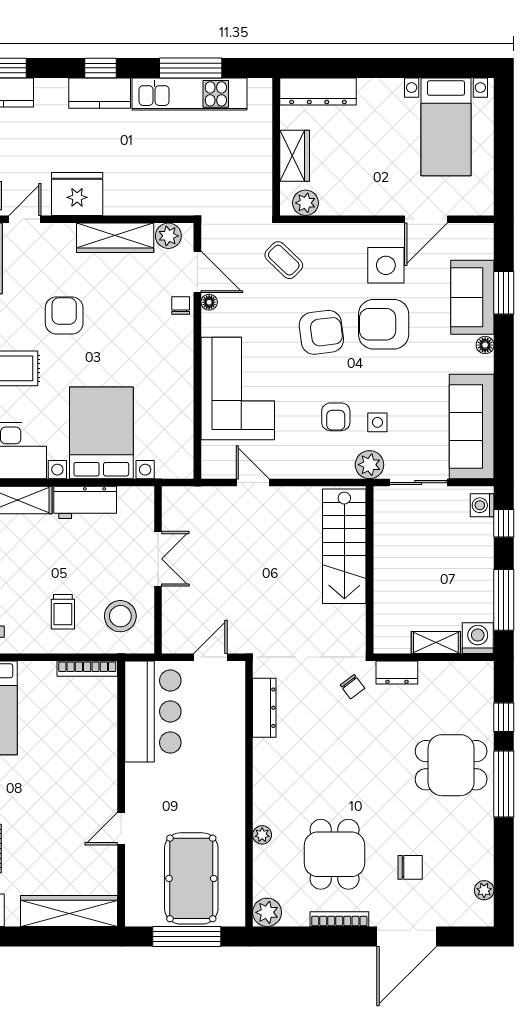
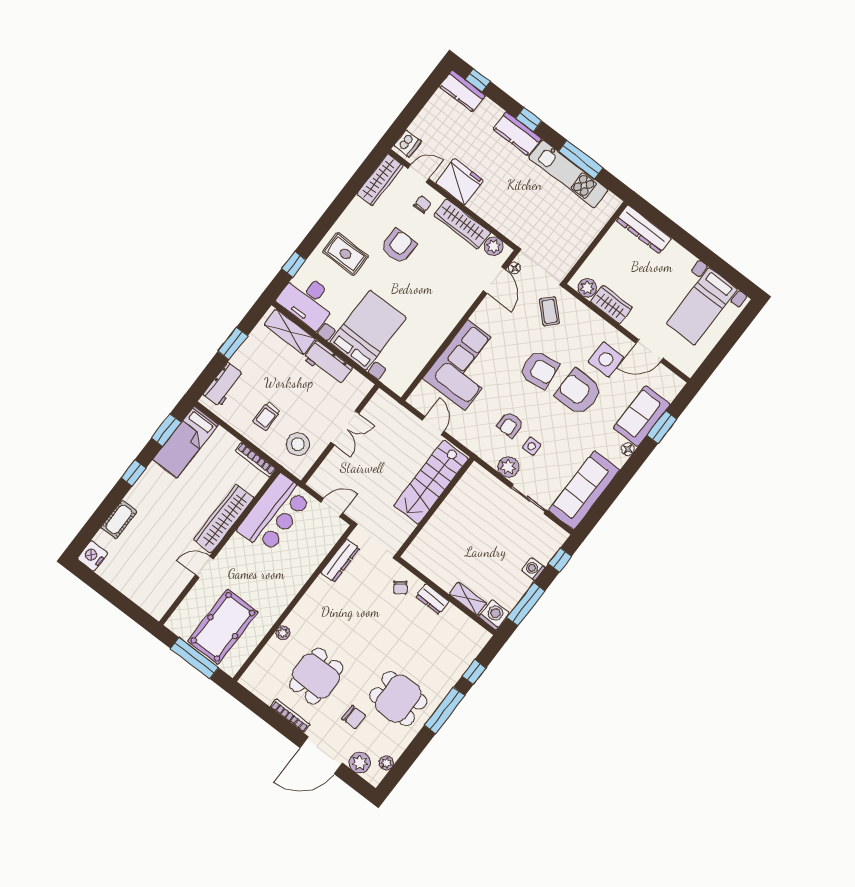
wardrobe: (295, 156) -> (611, 305), moved, turned -90
floor lamp: (209, 302) -> (514, 268), moved
chair: (181, 305) -> (422, 205), moved
washing machine: (482, 505) -> (533, 569), moved
stairs: (344, 546) -> (431, 482), moved
wall: (370, 570) -> (435, 507), moved
dining table: (451, 765) -> (398, 698), moved
wardrobe: (69, 911) -> (224, 519), moved, turned -90
plant: (267, 912) -> (360, 763), moved

